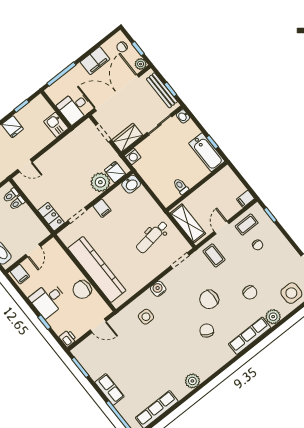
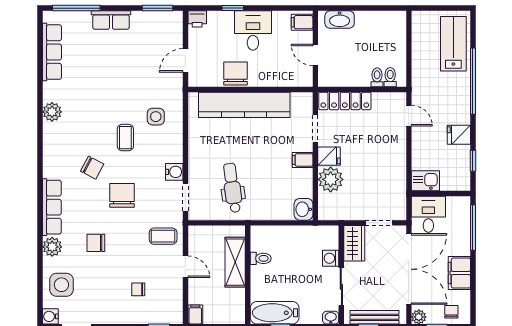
washing machine: (133, 156) -> (331, 258), moved
door: (25, 166) -> (409, 116), swing flipped
fridge: (115, 172) -> (329, 156), moved
locker: (51, 217) -> (345, 101), width x1.53
shelving: (188, 223) -> (235, 262), moved, turned 90
coffee table: (247, 225) -> (125, 138), moved
water cooler: (158, 289) -> (174, 172), moved

